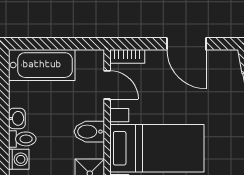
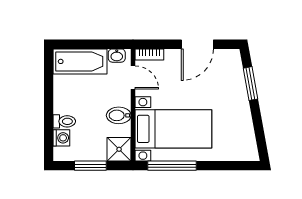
door: (186, 44) -> (197, 44), hinge flipped
washbasin: (17, 118) -> (117, 56), moved, turned 90

